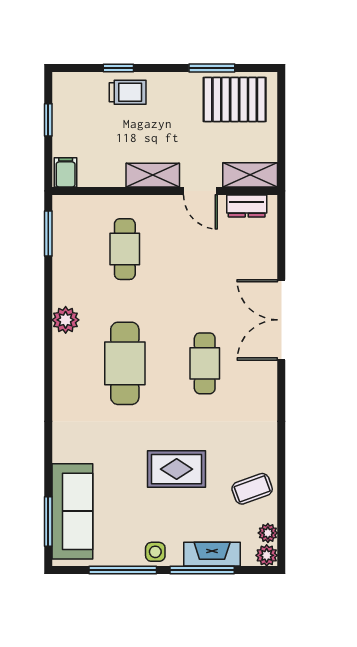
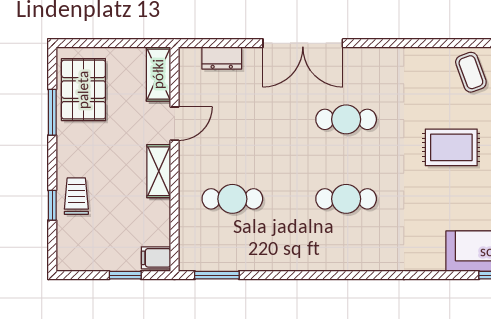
window: (48, 120) -> (125, 275), moved
dresser: (247, 206) -> (222, 58), moved, turned 90
plant: (66, 320) -> (303, 258), removed
cafe table: (125, 363) -> (346, 199), width x0.73, depth x0.74
rug: (177, 469) -> (451, 147), turned 90

